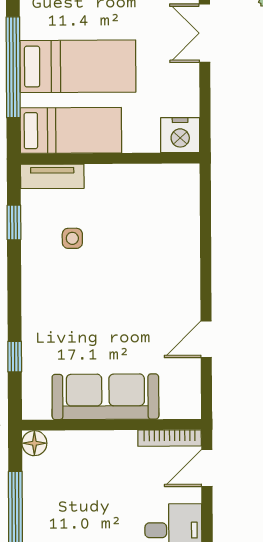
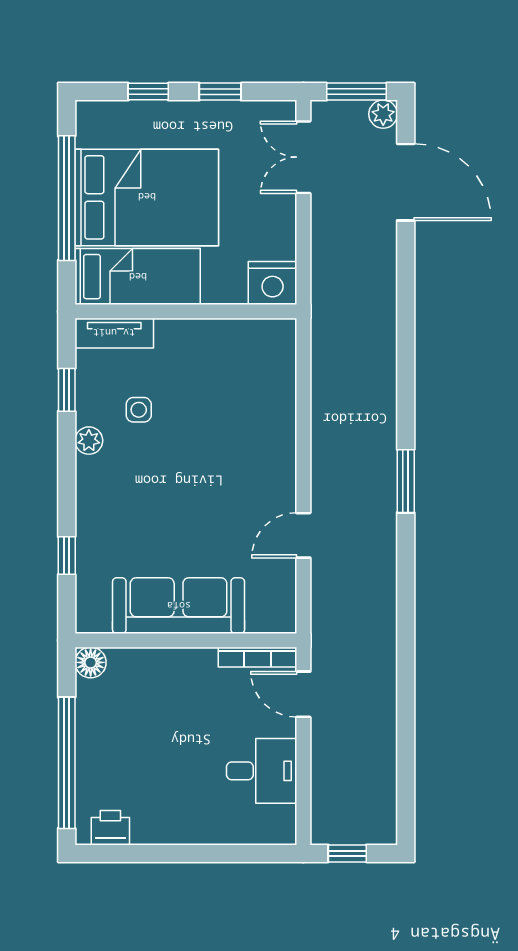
bed: (78, 66) -> (147, 197), width x1.50
plant: (32, 263) -> (89, 441), added
door: (207, 468) -> (303, 694), hinge flipped

